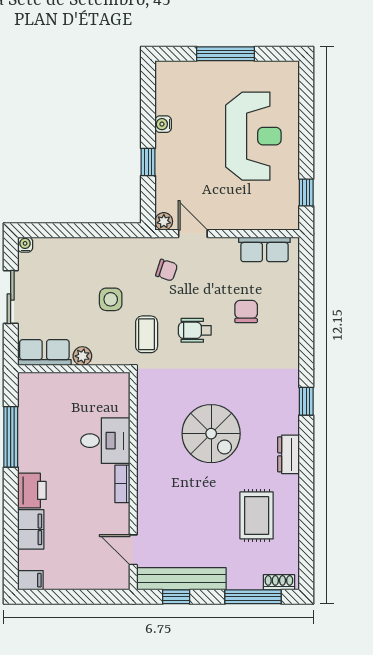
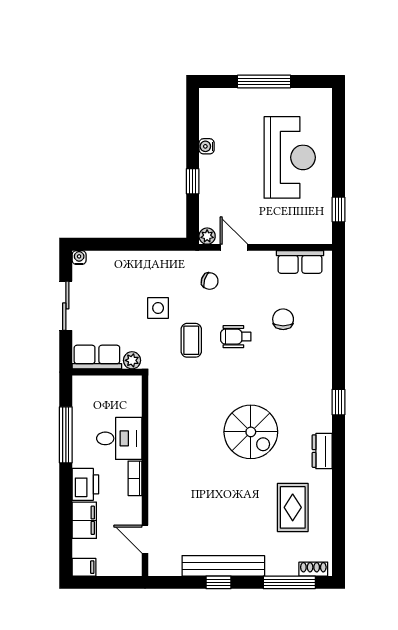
desk: (105, 441) -> (119, 438), moved
wall: (133, 481) -> (145, 476), moved
bookcase: (122, 484) -> (135, 478), moved
door: (133, 550) -> (145, 539), moved

